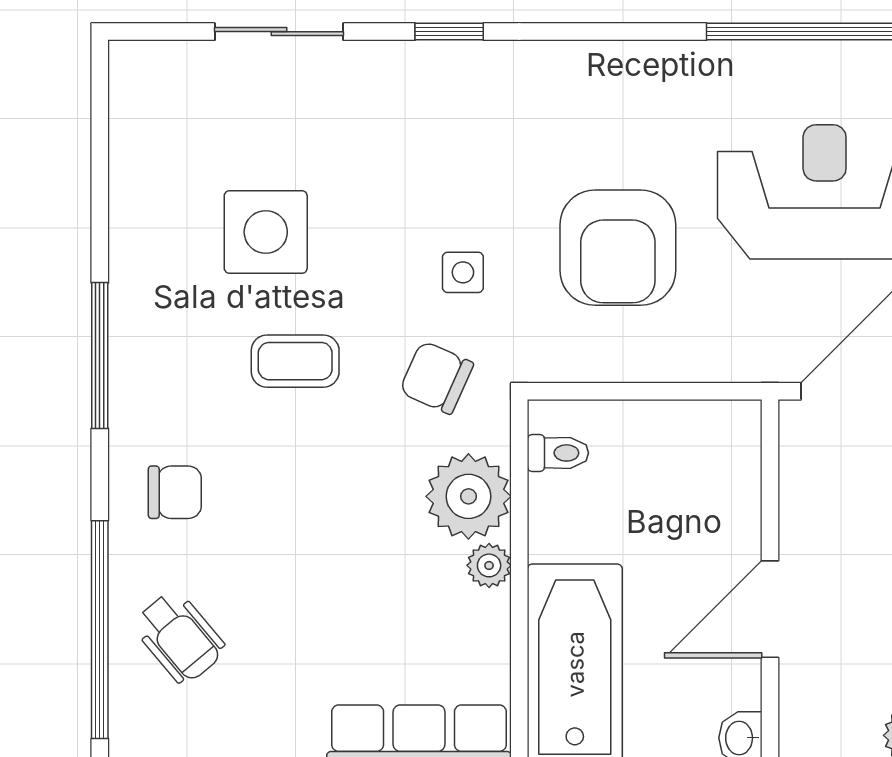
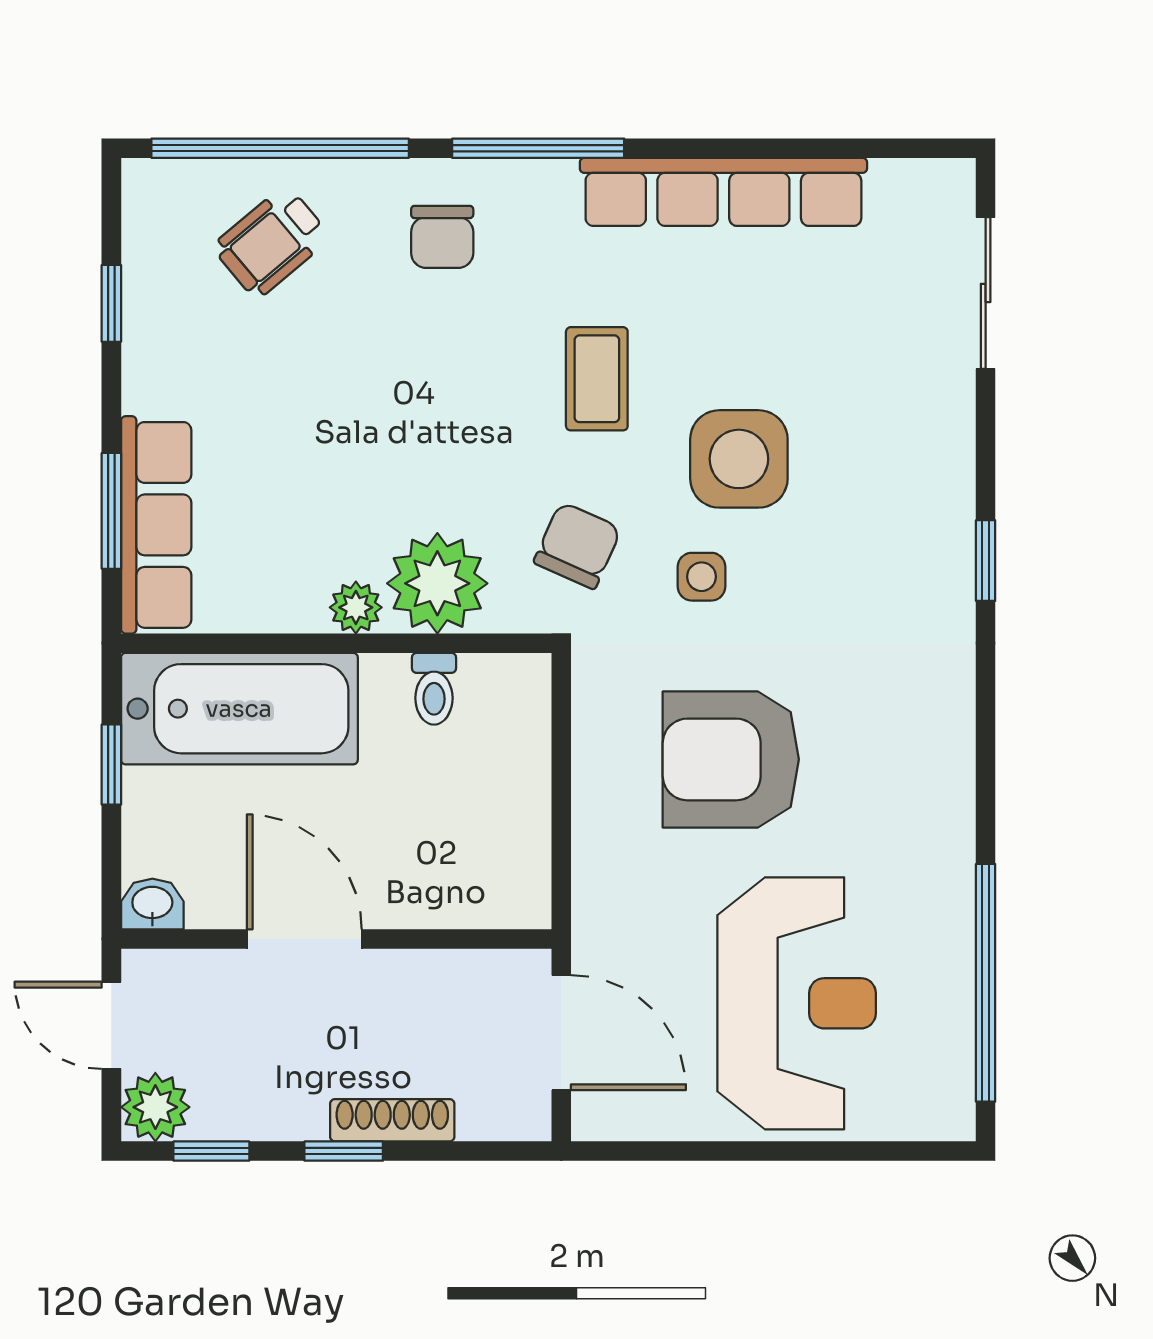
sliding door: (279, 32) -> (986, 293), moved
side table: (266, 232) -> (739, 459), moved
row of seats: (137, 254) -> (723, 192), added
window: (100, 356) -> (538, 148), moved
toilet: (558, 453) -> (434, 689), moved

